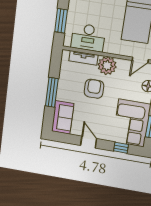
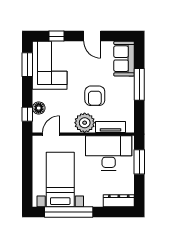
desk: (88, 38) -> (109, 153), width x1.36, depth x1.30

